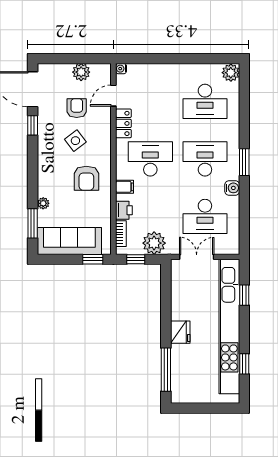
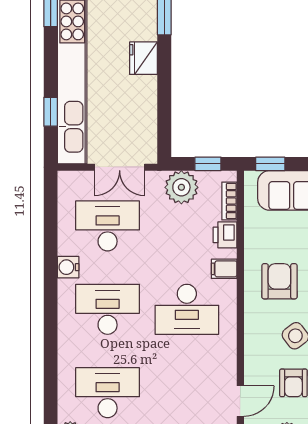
locker: (123, 123) -> (226, 361), removed
desk: (205, 159) -> (108, 309), turned 180
window: (244, 162) -> (51, 305), removed

